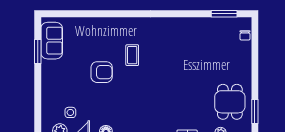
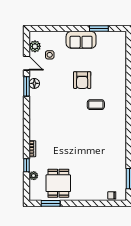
sofa: (52, 41) -> (81, 40), moved
dining table: (230, 102) -> (58, 183), turned 90

